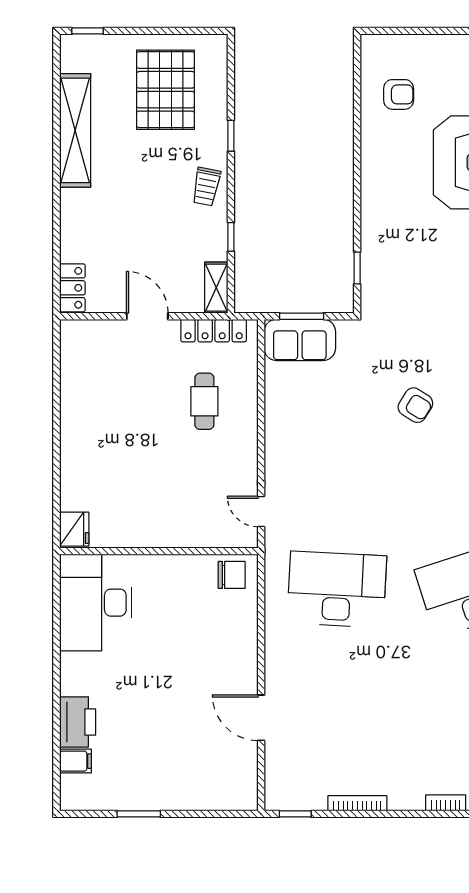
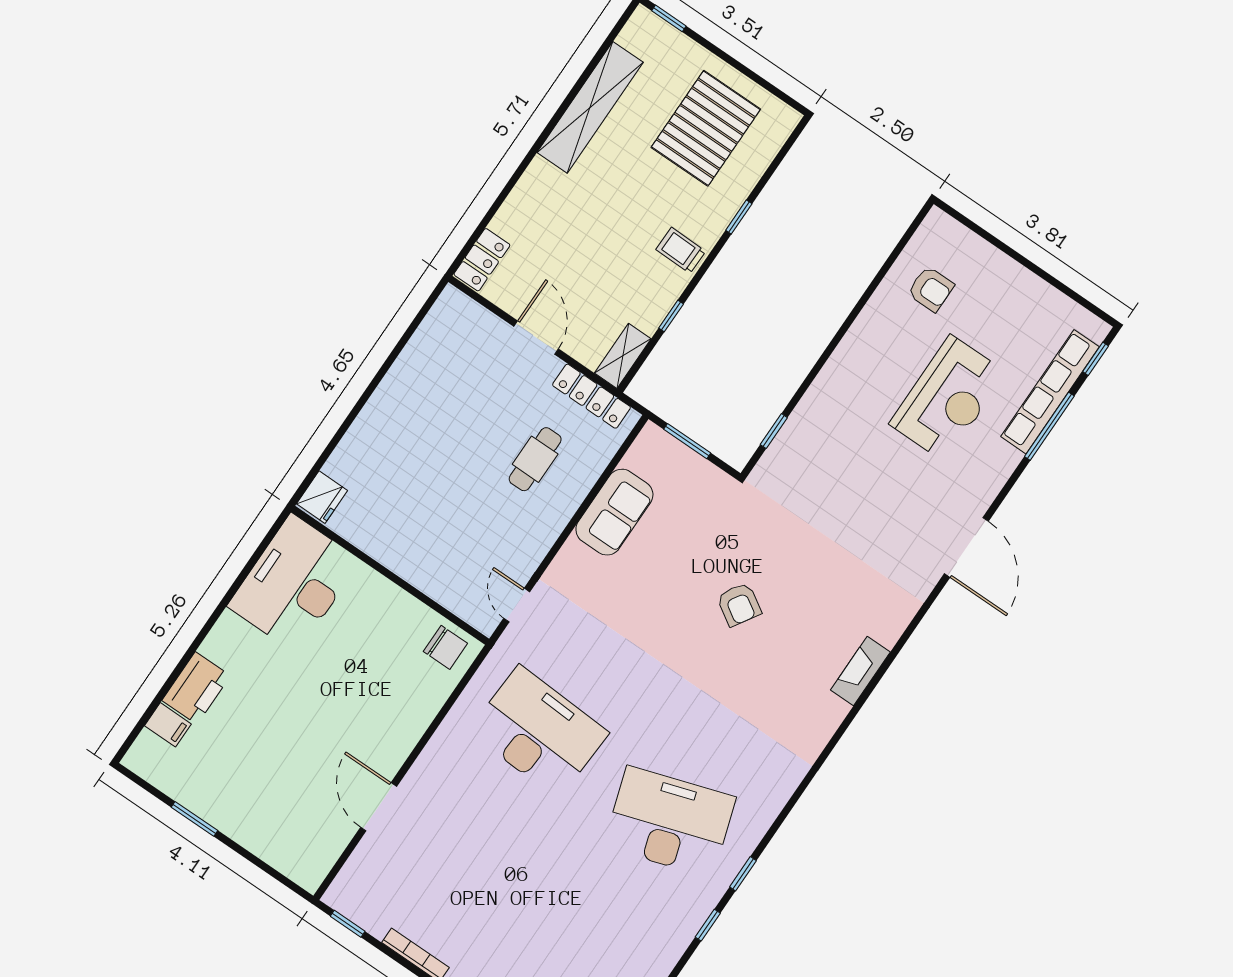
trolley: (206, 187) -> (681, 250), turned 80
sofa: (300, 340) -> (614, 512), moved, turned -90

